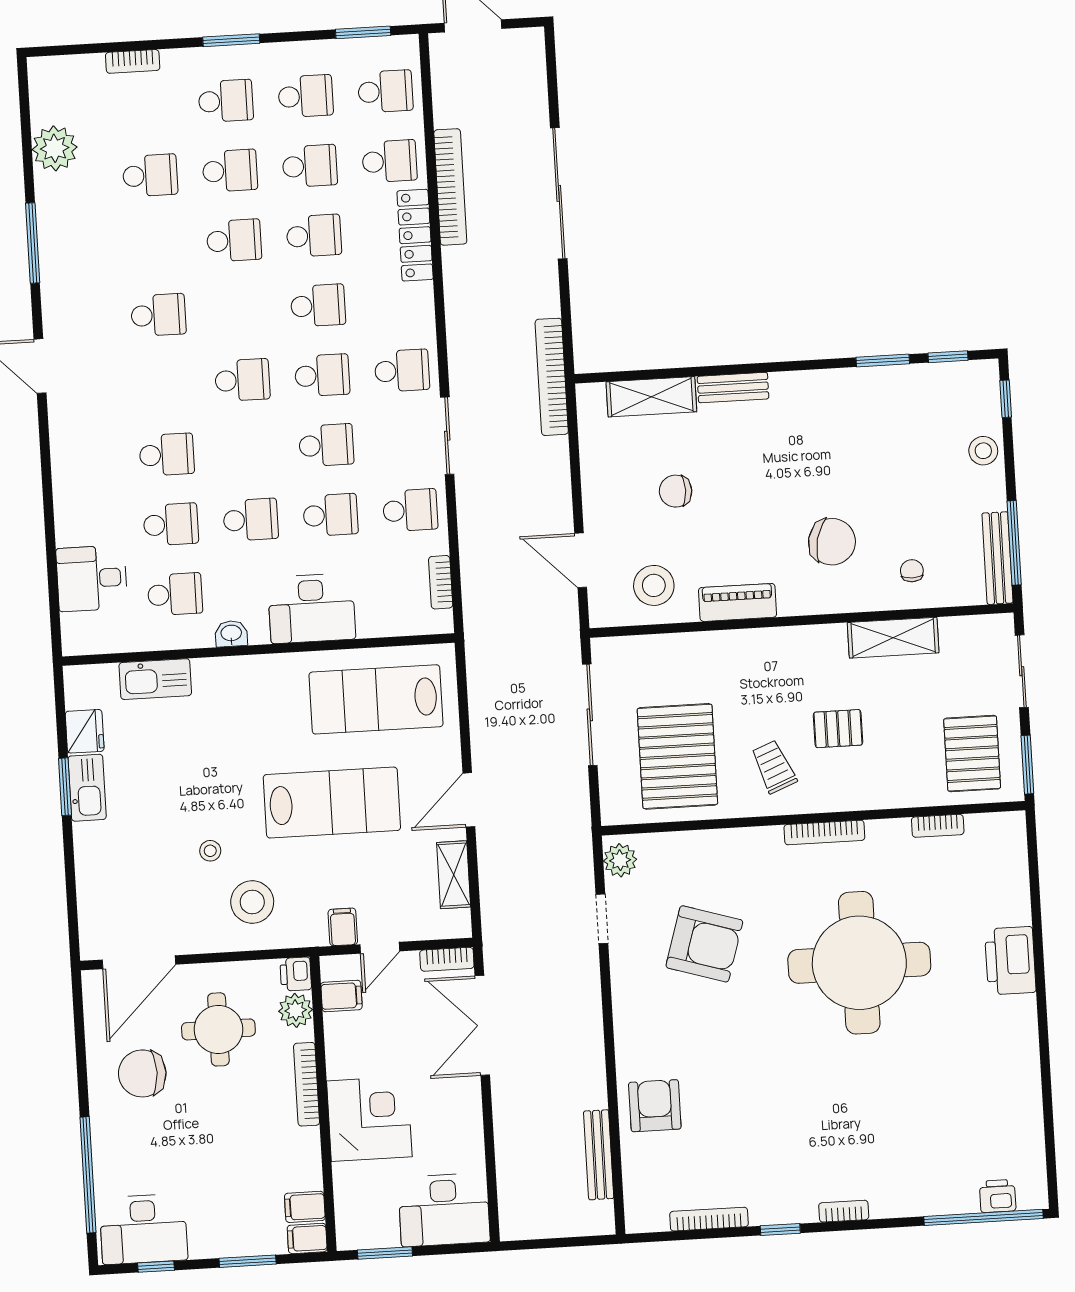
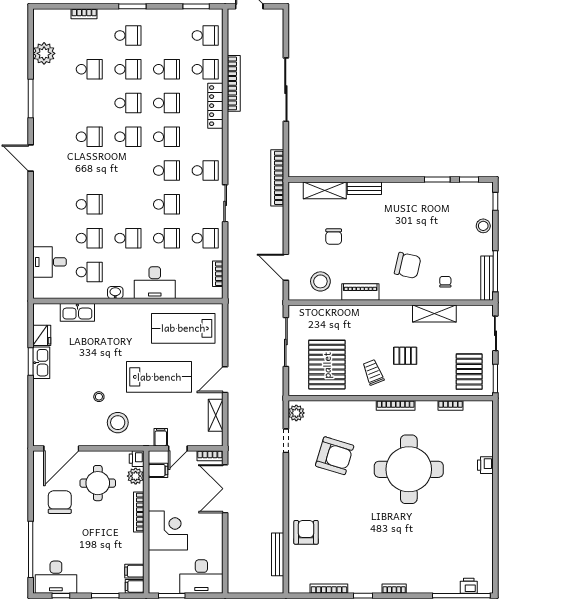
school desk: (306, 96) -> (167, 35), removed
school desk: (242, 380) -> (128, 137), moved
chair: (676, 491) -> (334, 237), turned -90
printer: (1010, 961) -> (485, 465), width x0.53, depth x0.68
chair: (142, 1073) -> (60, 502), turned 90

